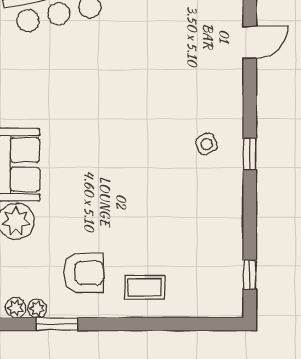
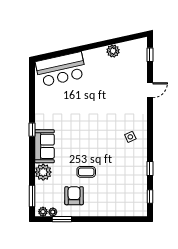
window: (250, 154) -> (150, 169), moved
armchair: (84, 273) -> (74, 196), turned -90
coffee table: (145, 287) -> (86, 172), moved

